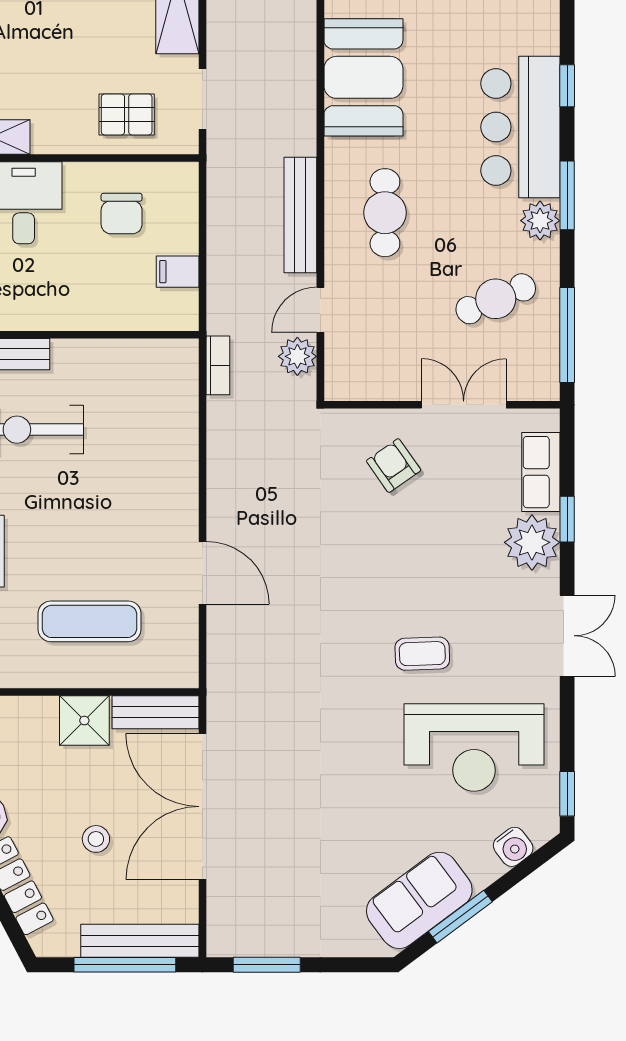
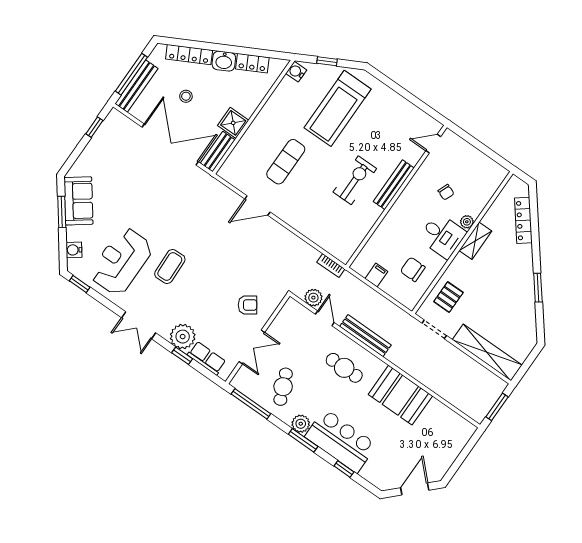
exercise mat: (90, 621) -> (286, 162), moved
coffee table: (422, 654) -> (170, 267), width x1.36, depth x1.30
window: (267, 965) -> (94, 127), width x0.67

